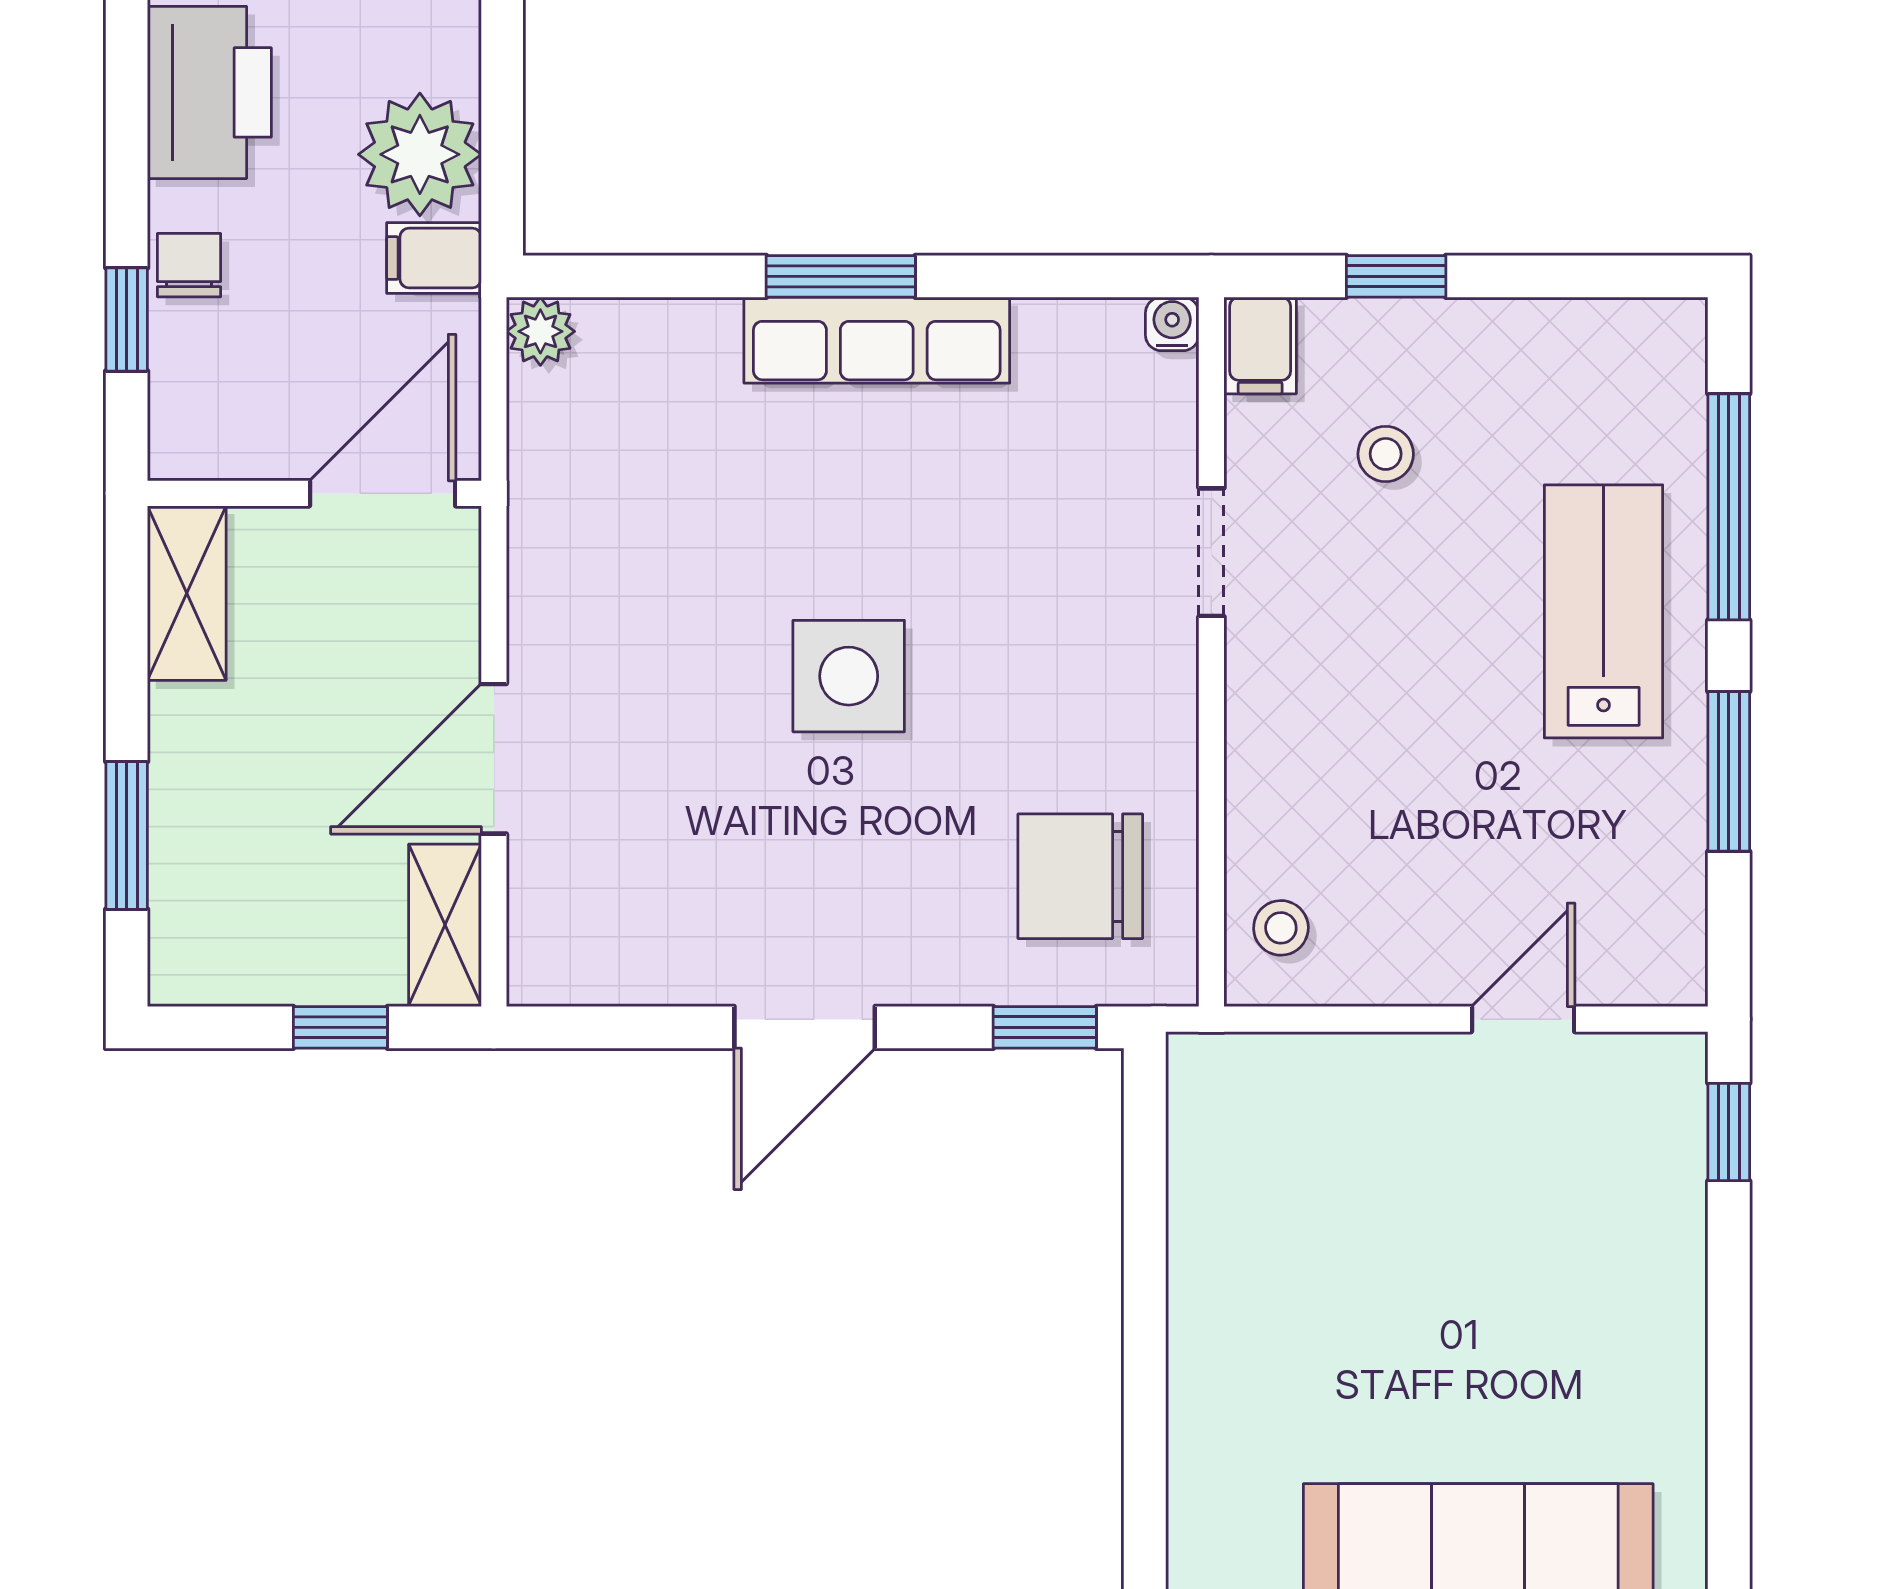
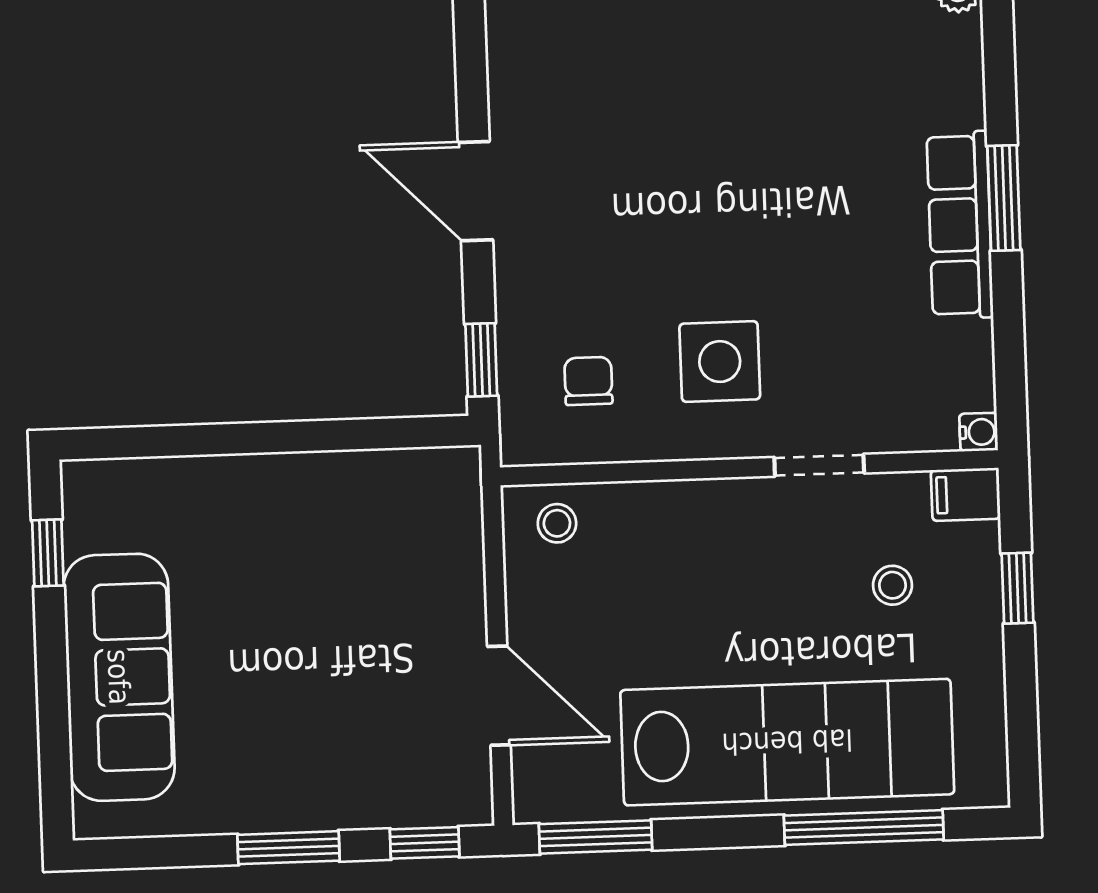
lab bench: (1604, 611) -> (787, 742), width x1.86, depth x1.39
side table: (849, 676) -> (720, 362), moved
window: (1729, 771) -> (596, 837), moved
chair: (1080, 876) -> (588, 381), width x0.54, depth x0.54
door: (1523, 1019) -> (499, 696), width x1.38
window: (1729, 1326) -> (288, 848), added

